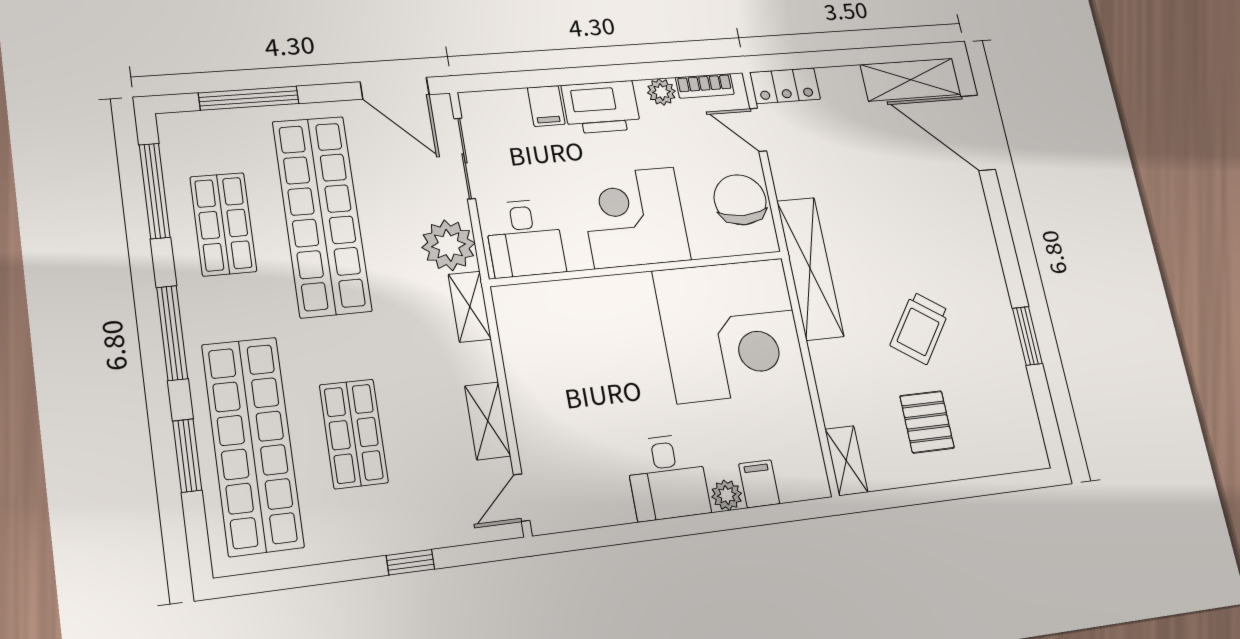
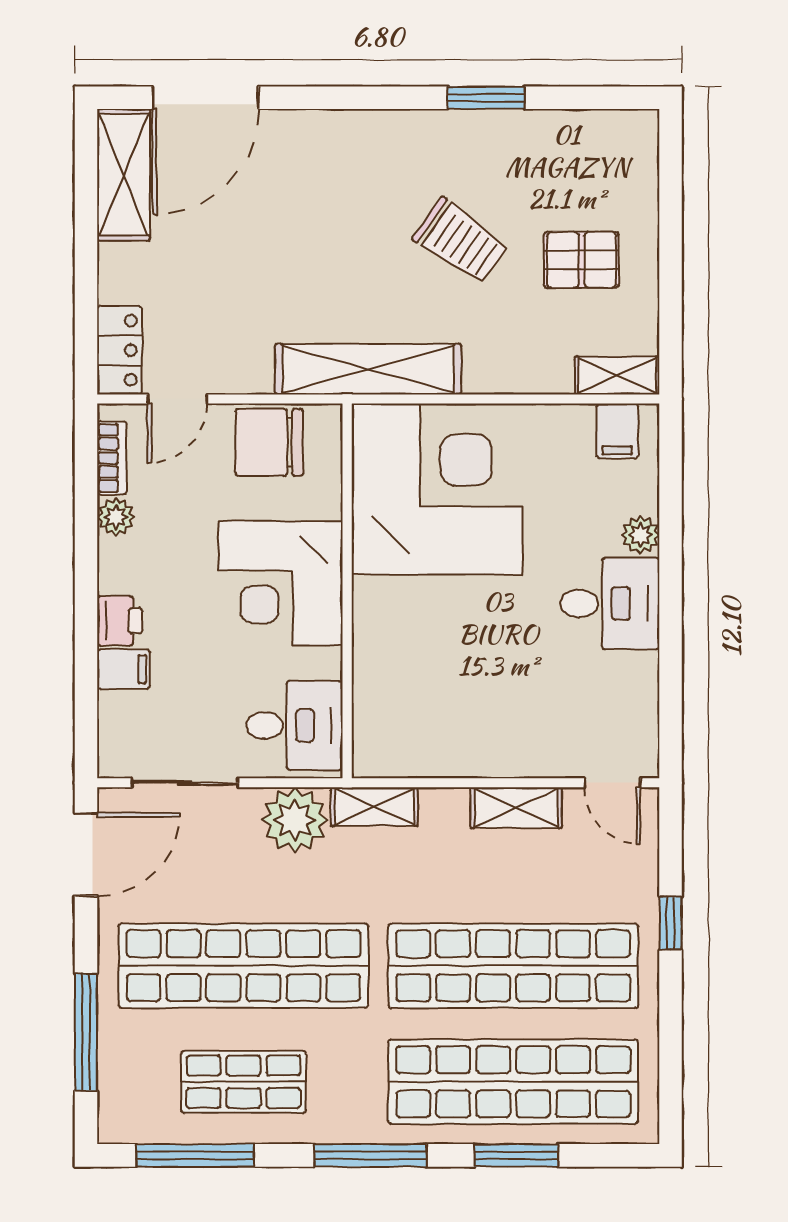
printer: (601, 107) -> (120, 621), width x0.53, depth x0.68
shop shelf: (354, 434) -> (513, 966), width x2.00, depth x1.36
filing cabinet: (759, 484) -> (617, 431), moved, turned -90

